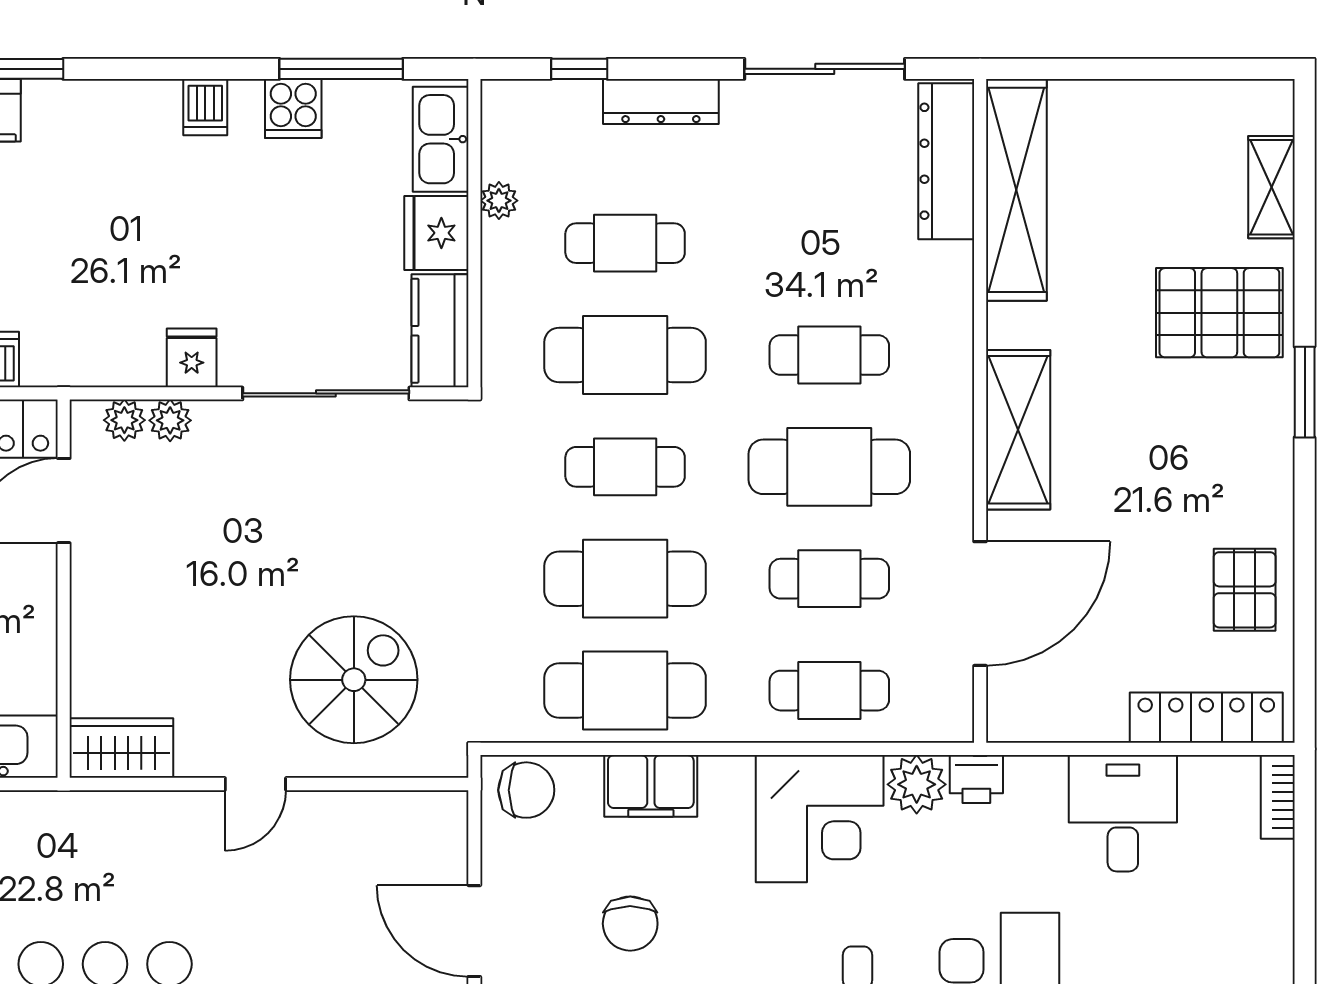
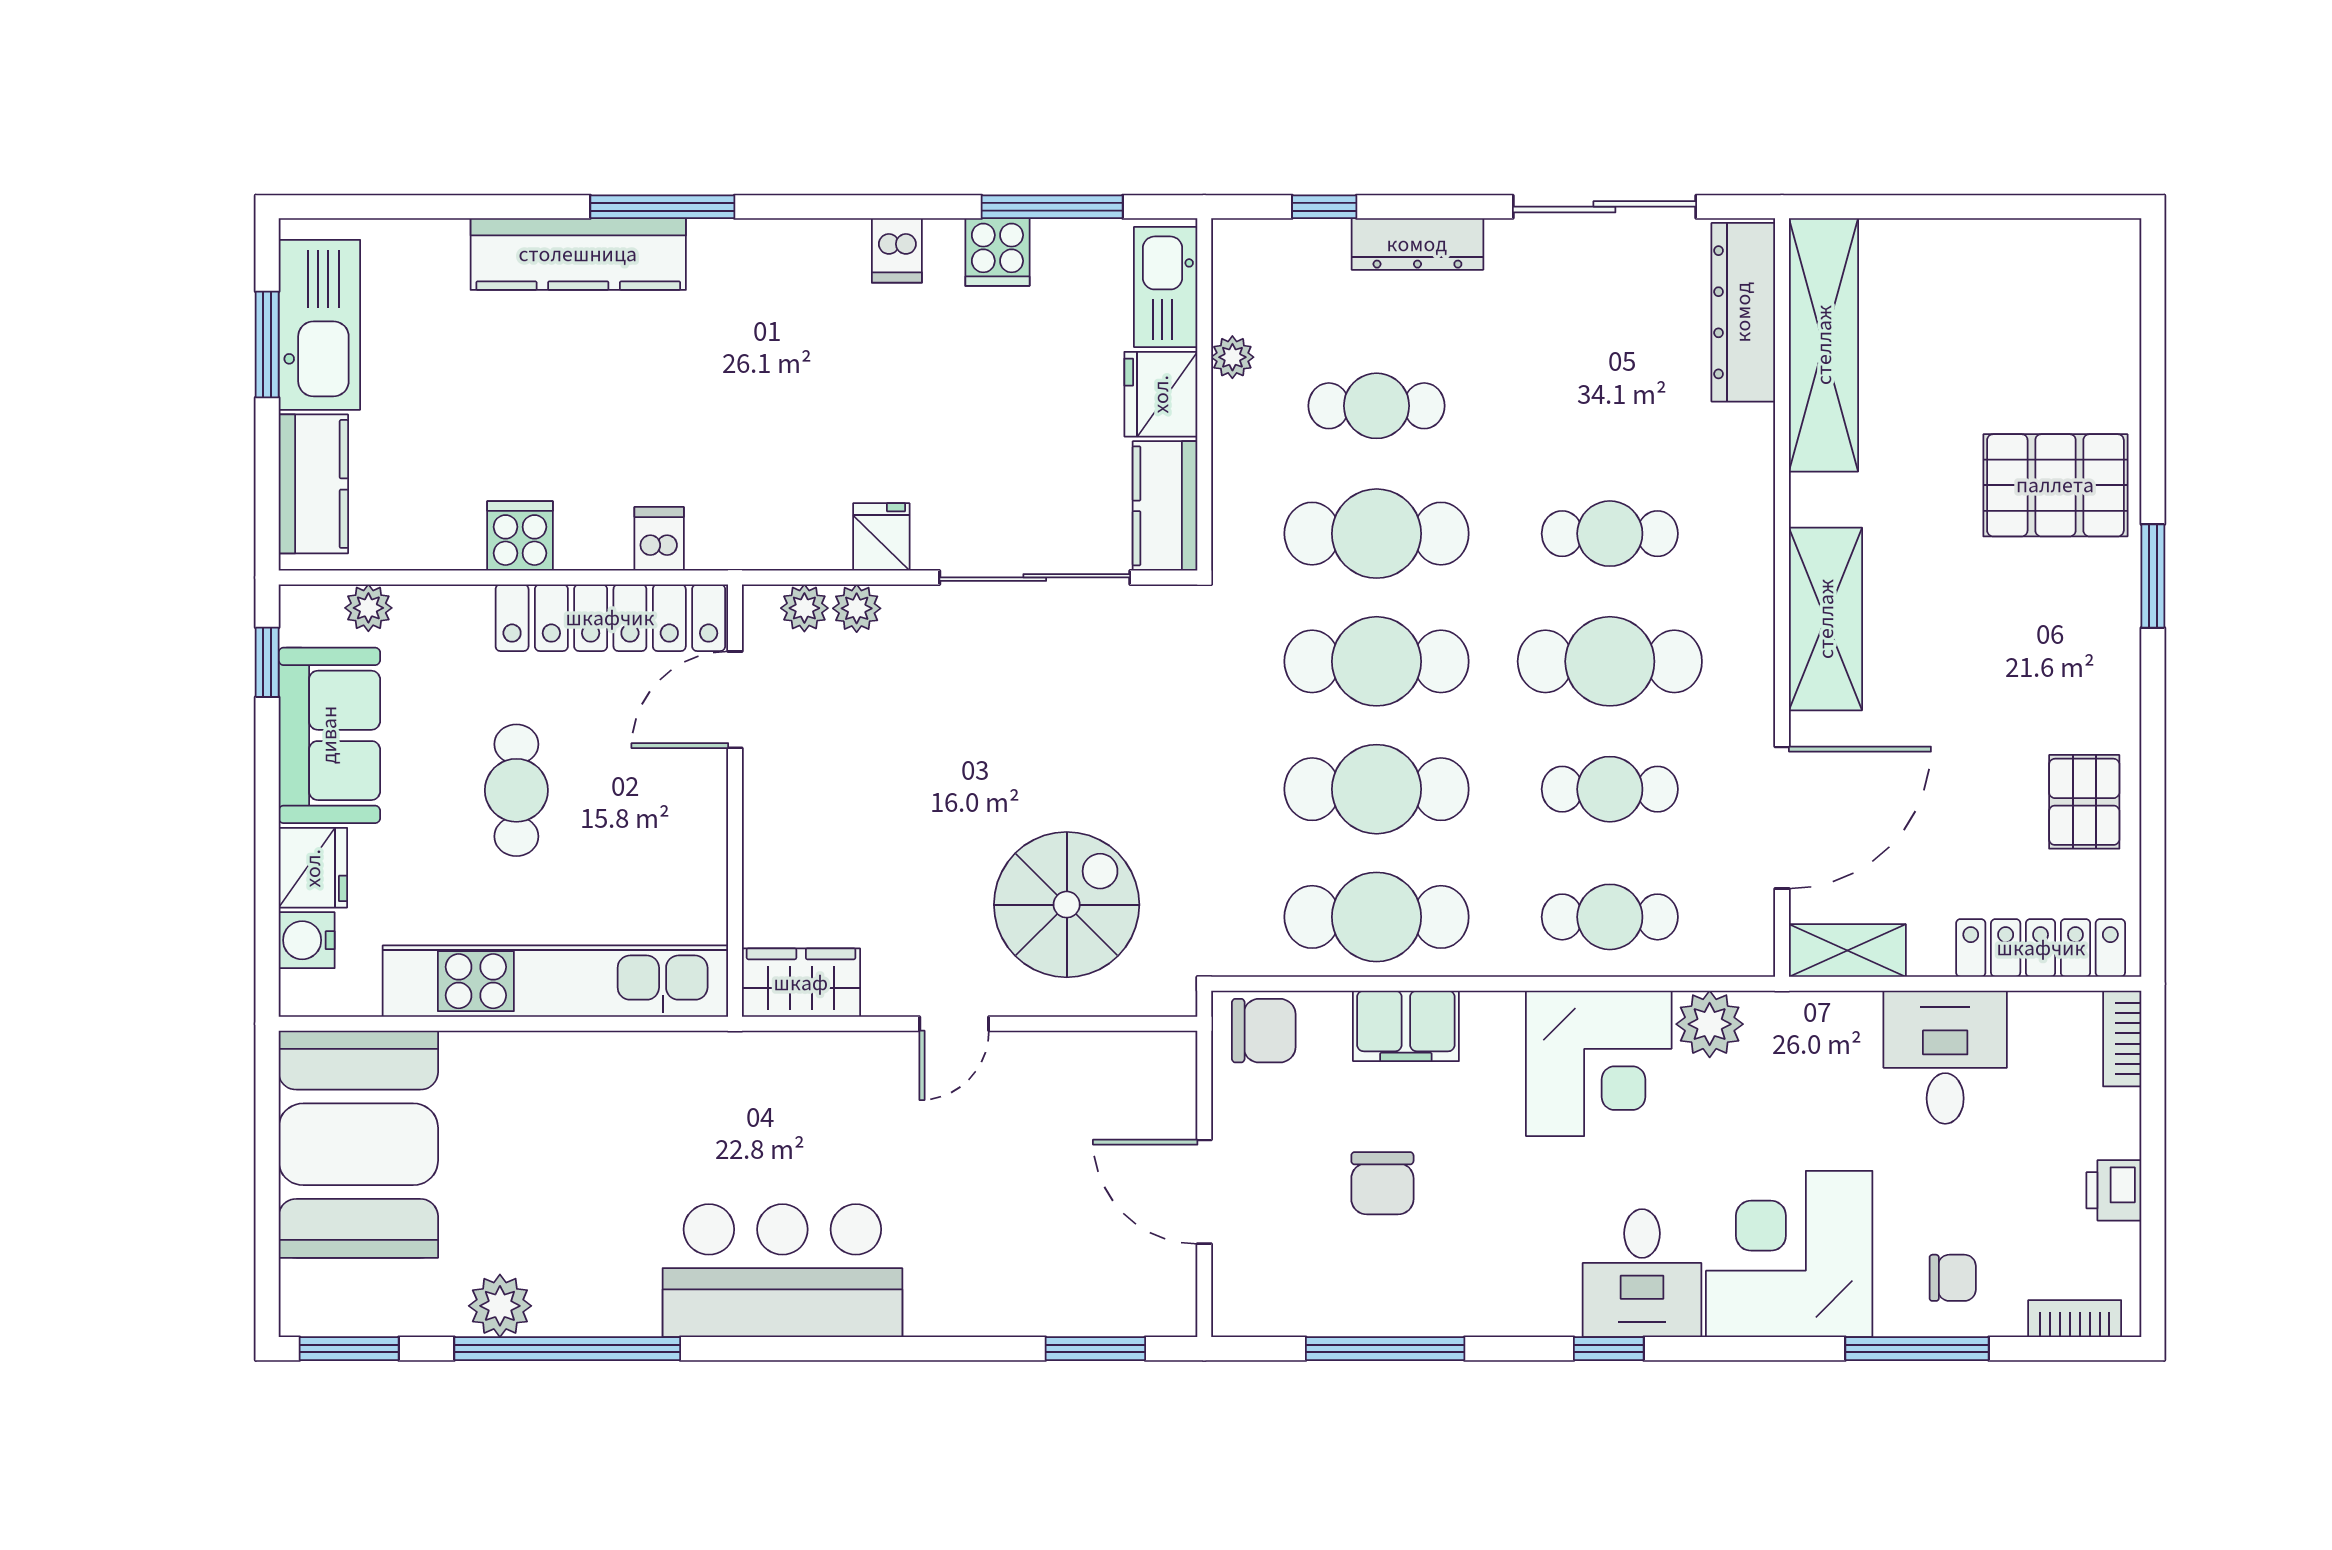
shelving: (1272, 187) -> (1847, 950), moved, turned 90
cafe table: (625, 467) -> (1377, 661), width x1.37, depth x1.35
printer: (976, 779) -> (2114, 1190), moved, turned 90

